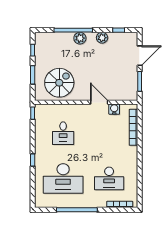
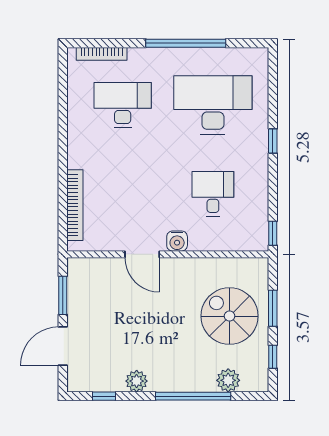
plant: (80, 38) -> (228, 380), moved
spiral stairs: (59, 83) -> (230, 316), moved, turned 90
water cooler: (114, 109) -> (177, 241), moved

